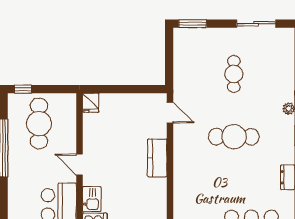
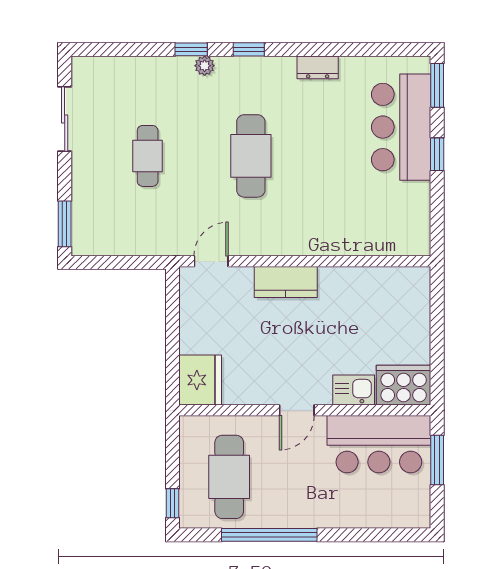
cafe table: (234, 74) -> (148, 156), turned 90
fridge: (91, 103) -> (200, 380), width x1.88, depth x1.34
cafe table: (39, 124) -> (229, 477), turned 90

